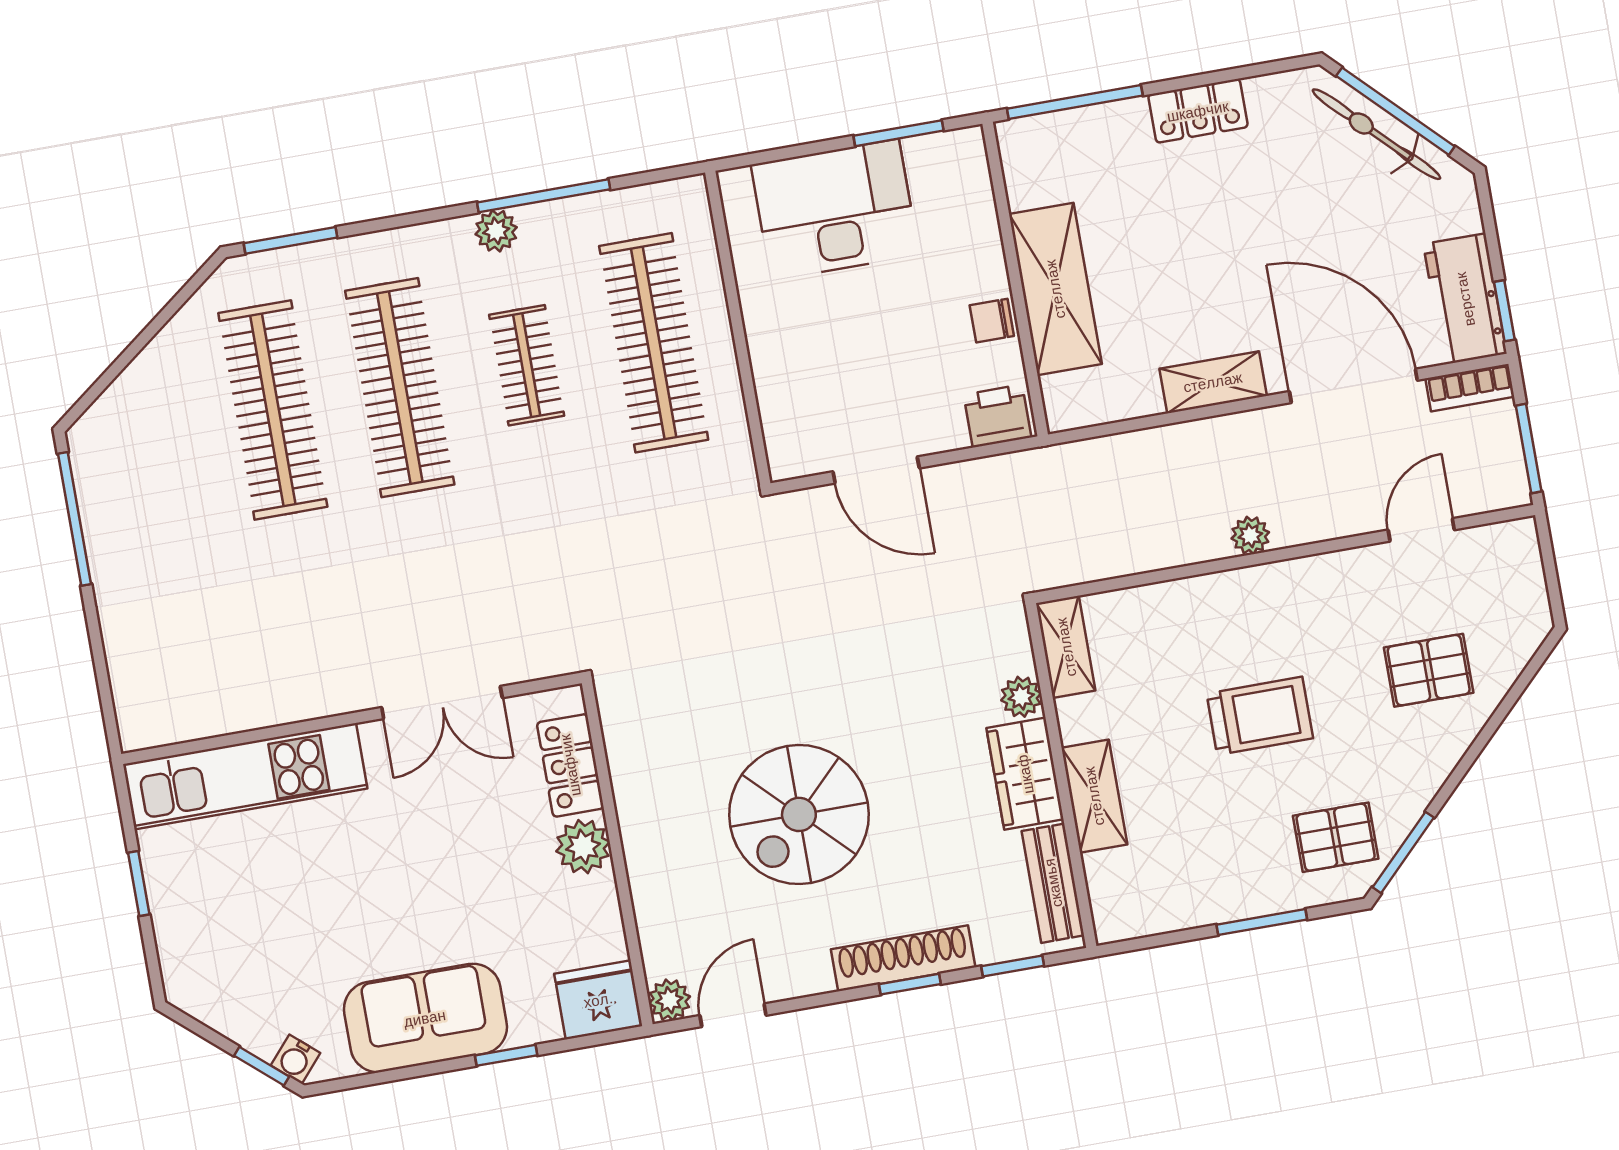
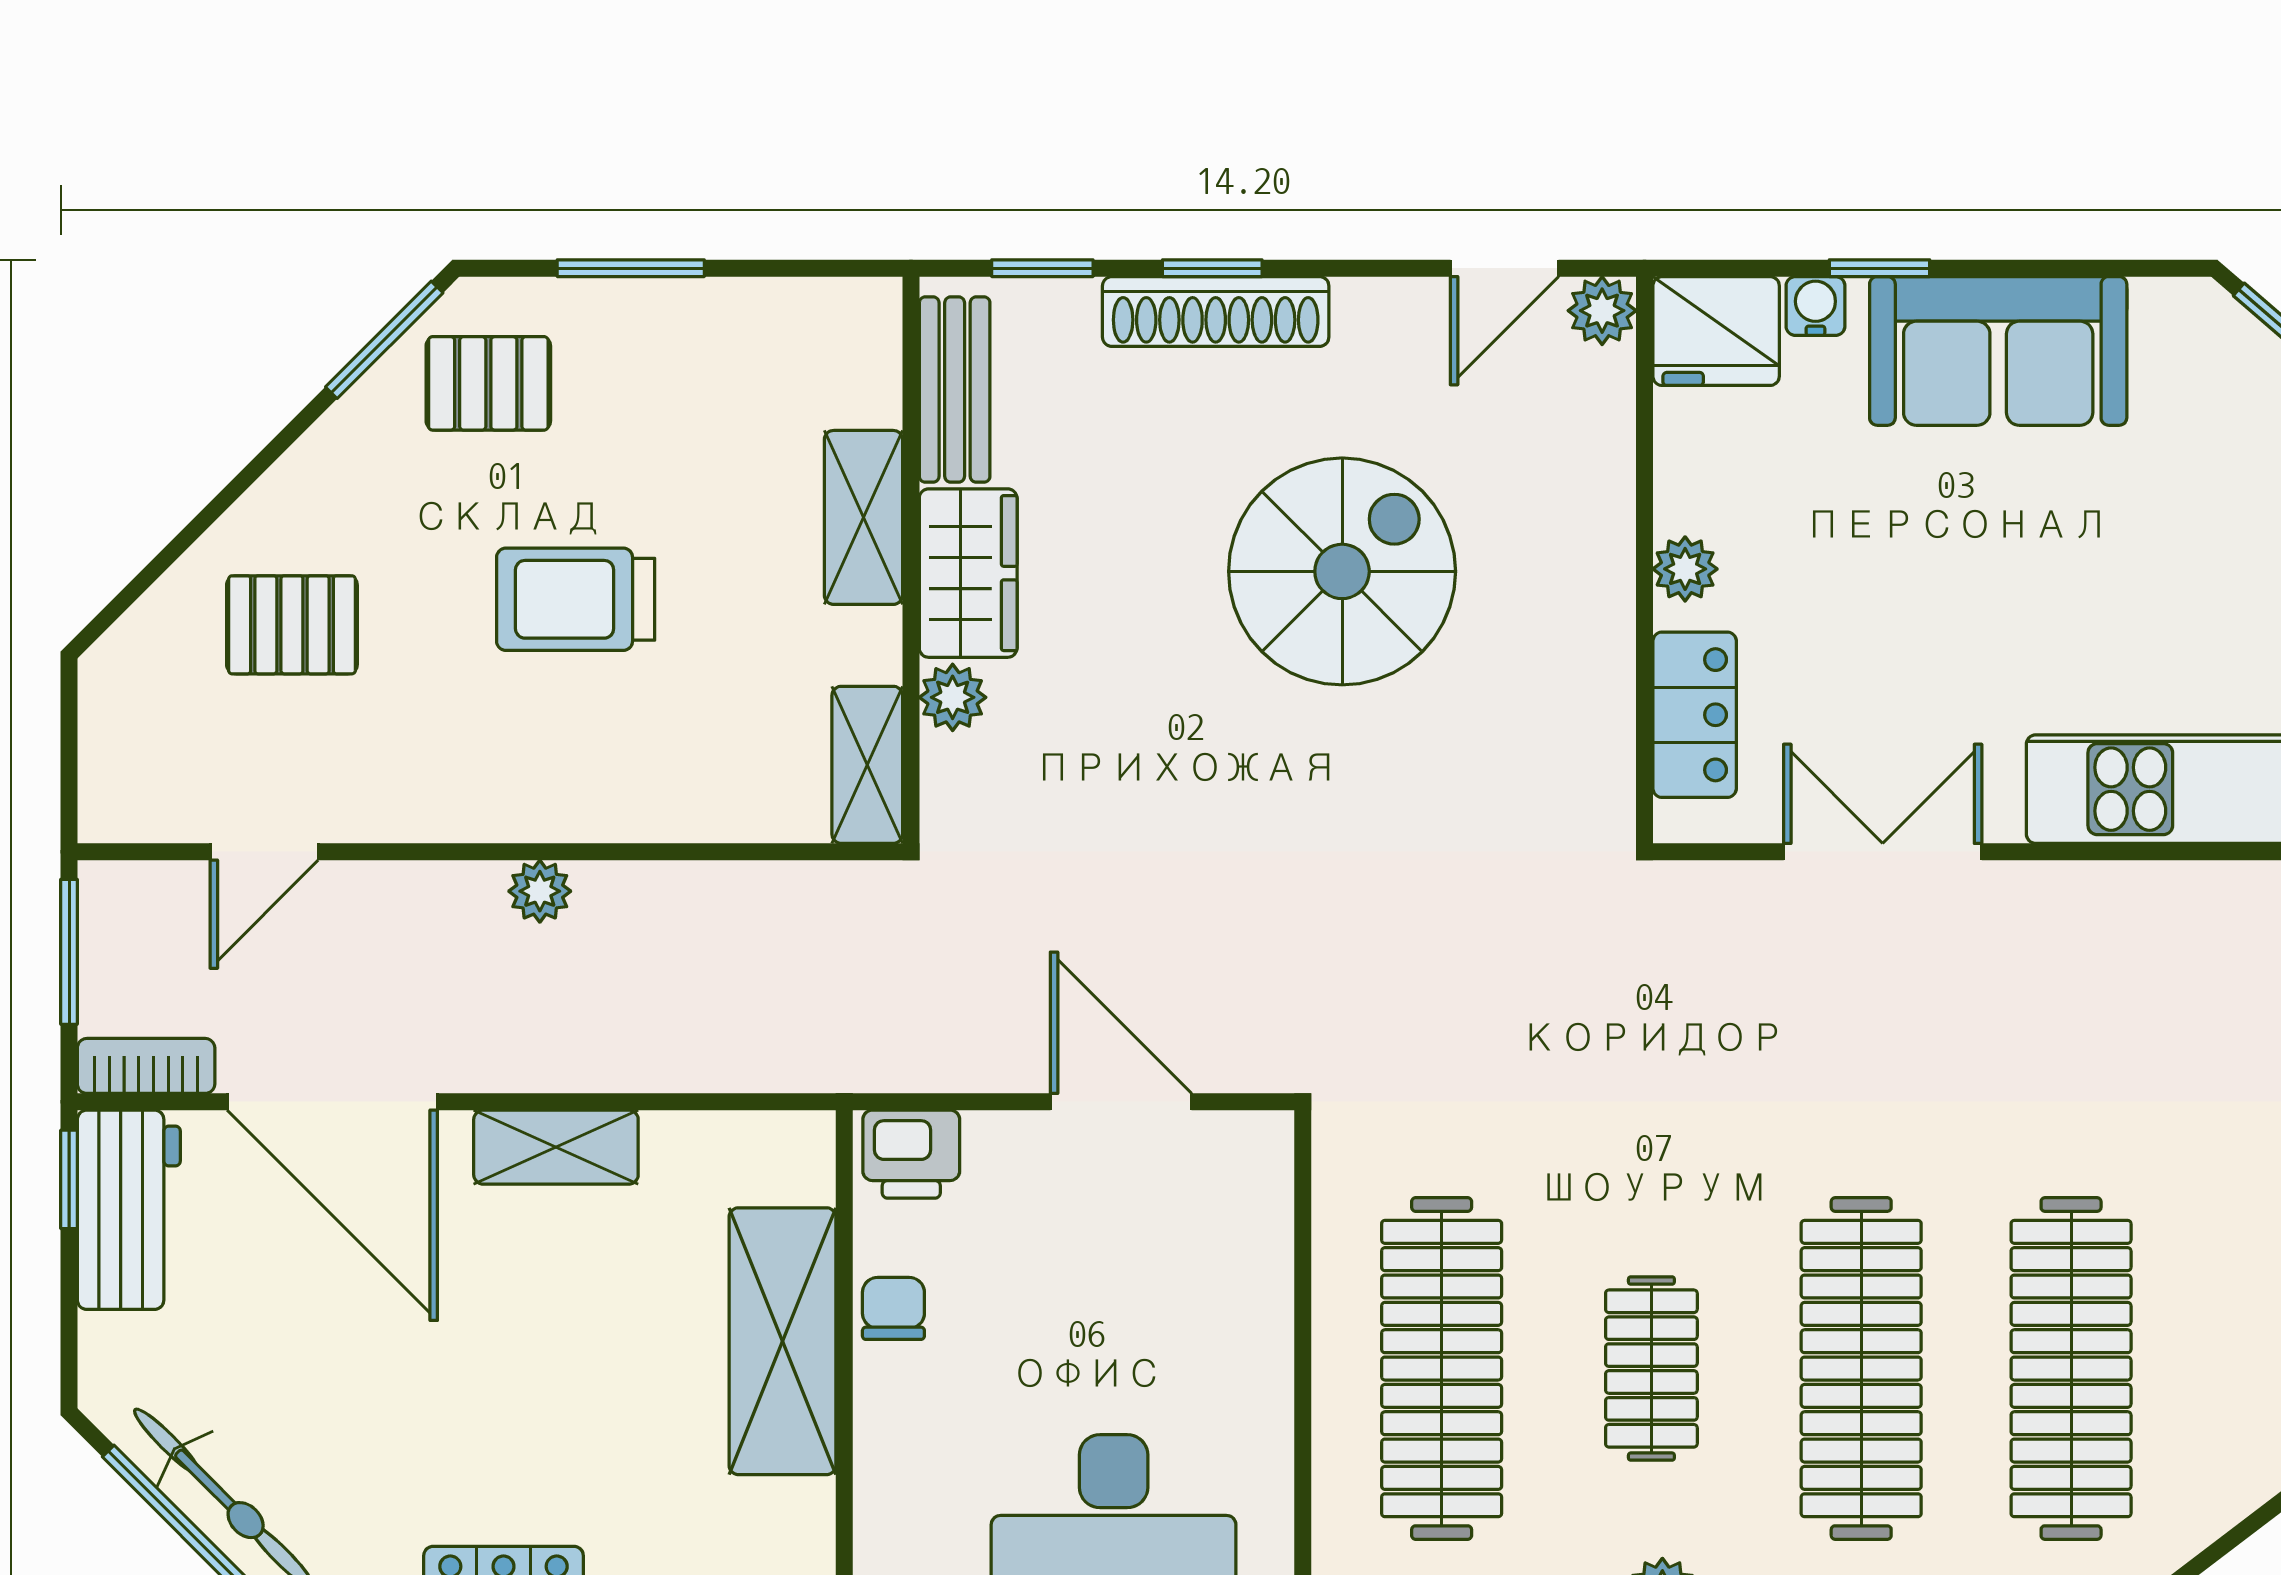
chair: (992, 321) -> (893, 1308), turned -90
plant: (583, 847) -> (1685, 569), width x0.73, depth x0.73
water cooler: (296, 1059) -> (1815, 306), moved, turned -41

